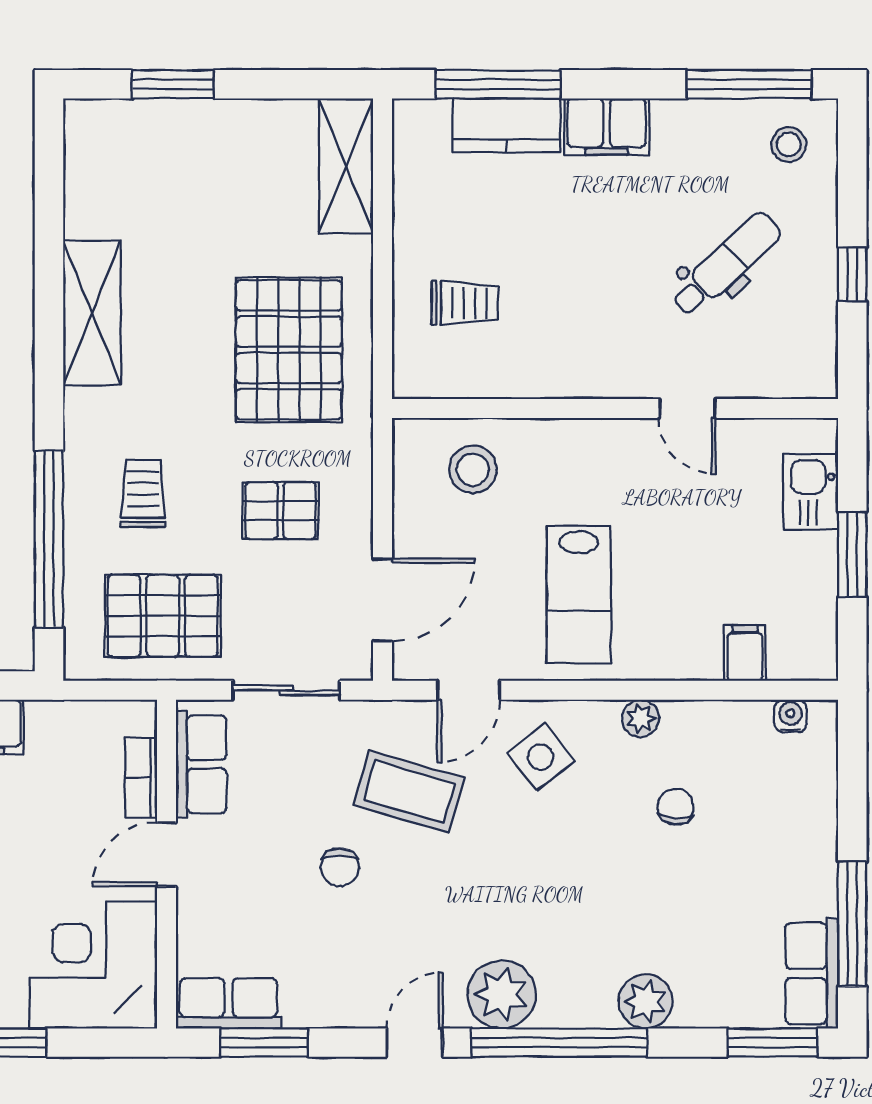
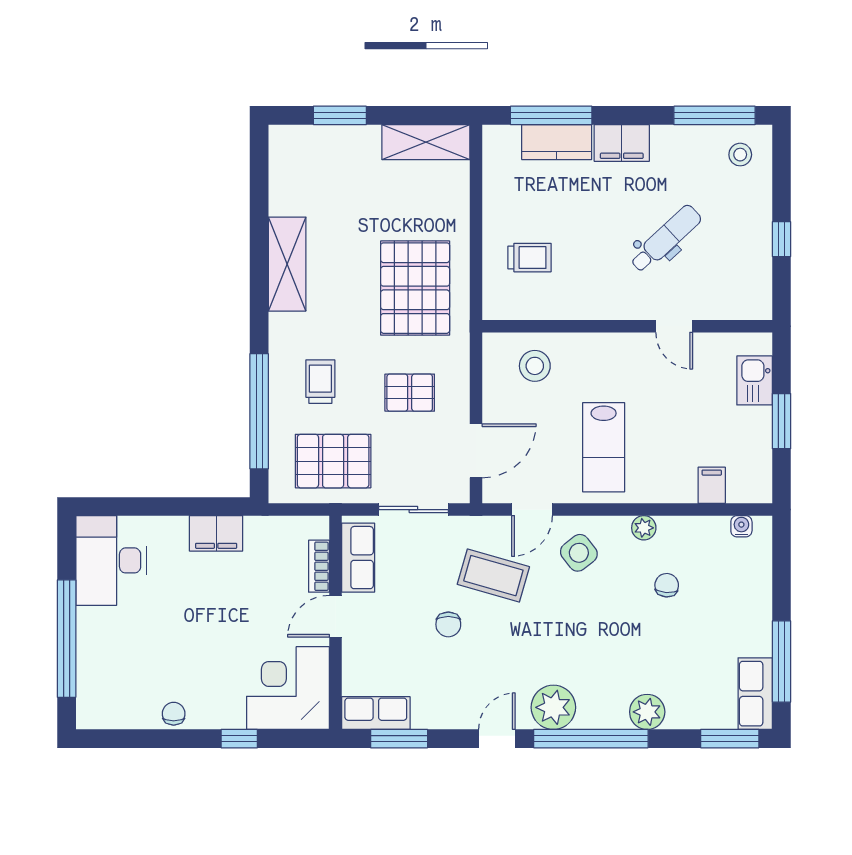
shelving: (346, 166) -> (426, 142), moved, turned 90
dental chair: (726, 264) -> (666, 239), moved

